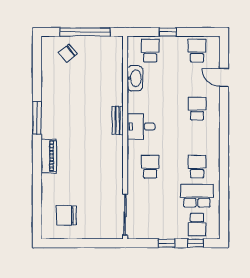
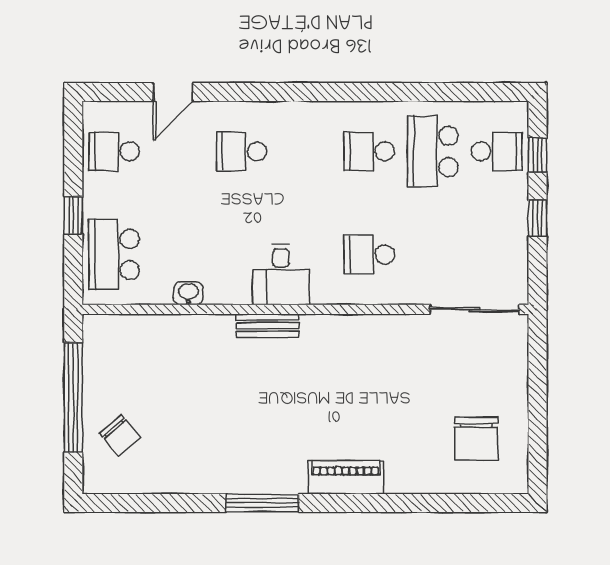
school desk: (150, 51) -> (114, 254), width x1.85
washbasin: (135, 78) -> (188, 293), width x0.52, depth x0.69

